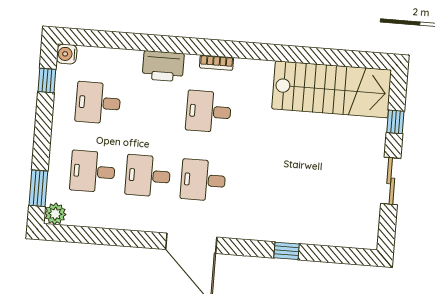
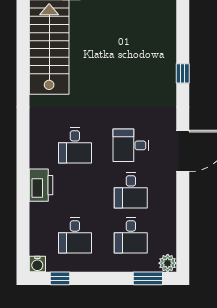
bookcase: (216, 63) -> (35, 142), removed
desk: (203, 180) -> (131, 145), turned 90

